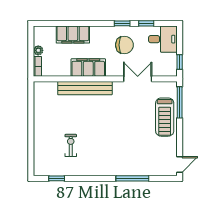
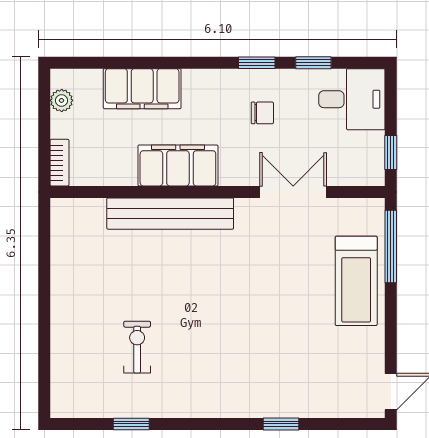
chair: (124, 45) -> (262, 113), width x0.54, depth x0.54
plant: (38, 50) -> (62, 100), moved
window: (57, 178) -> (131, 424), moved
window: (132, 178) -> (281, 424), width x0.46

